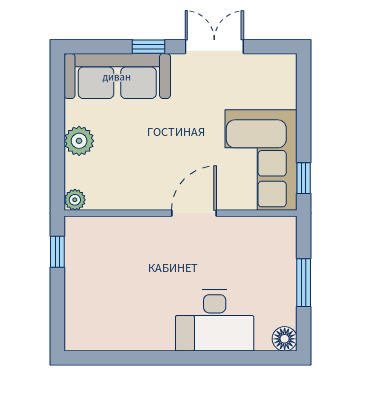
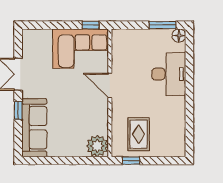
plant: (79, 141) -> (70, 149), removed
plant: (75, 200) -> (97, 146), width x1.88, depth x1.88
rug: (105, 265) -> (139, 134), added
window: (304, 283) -> (163, 25), moved

